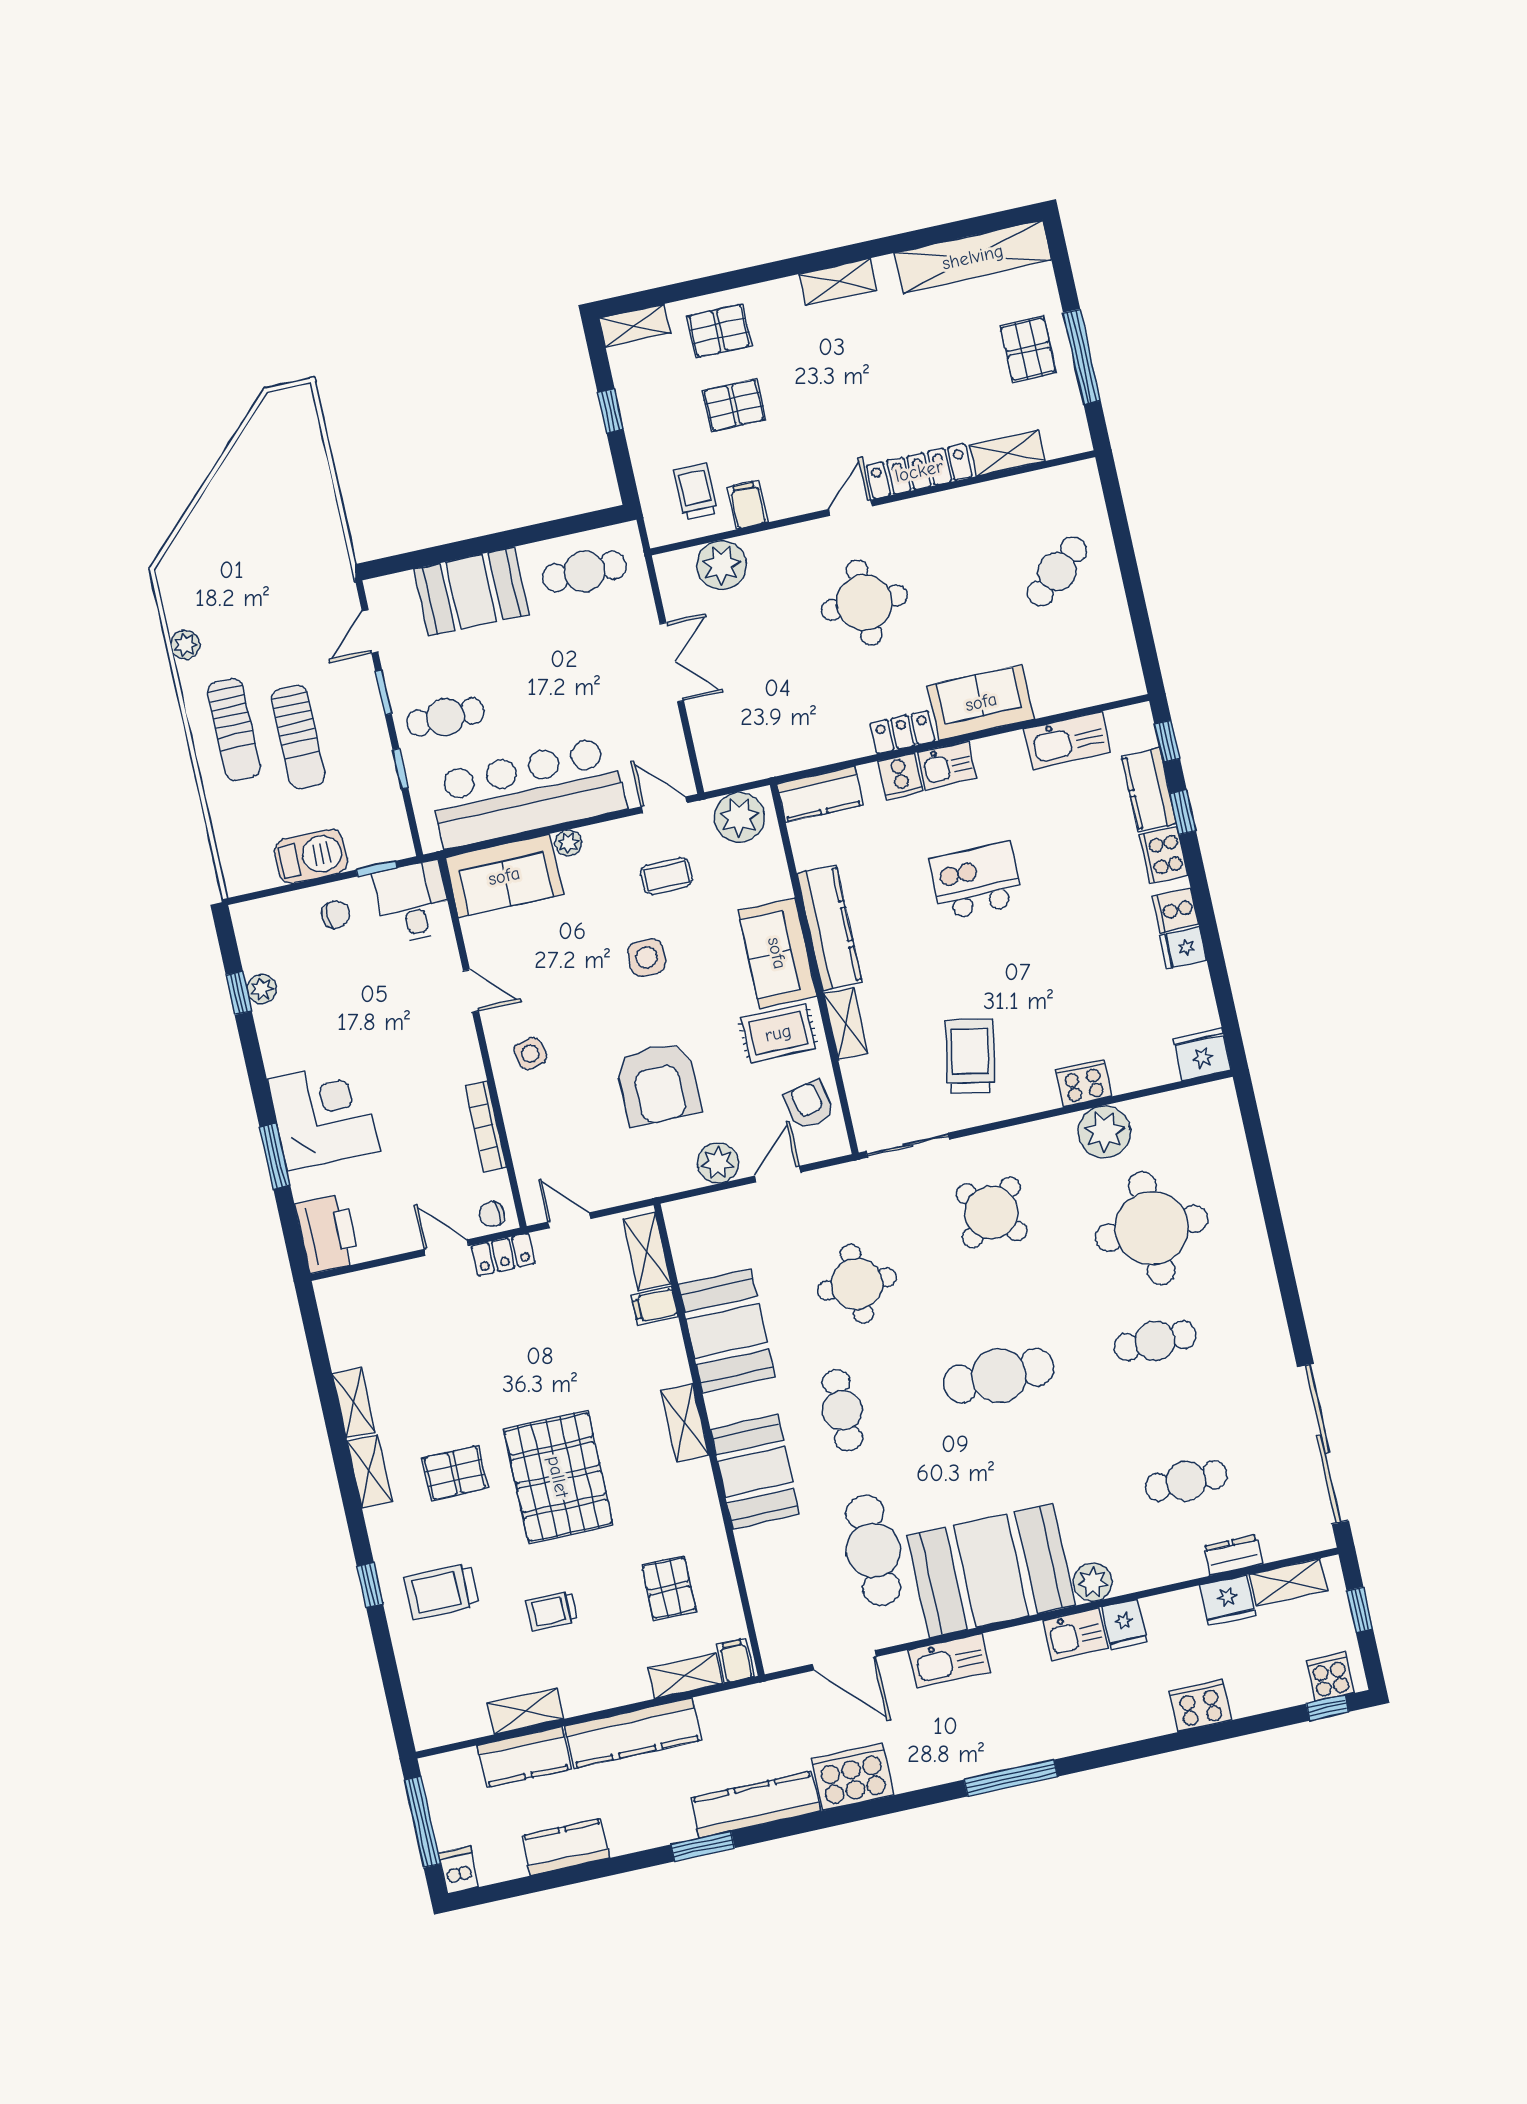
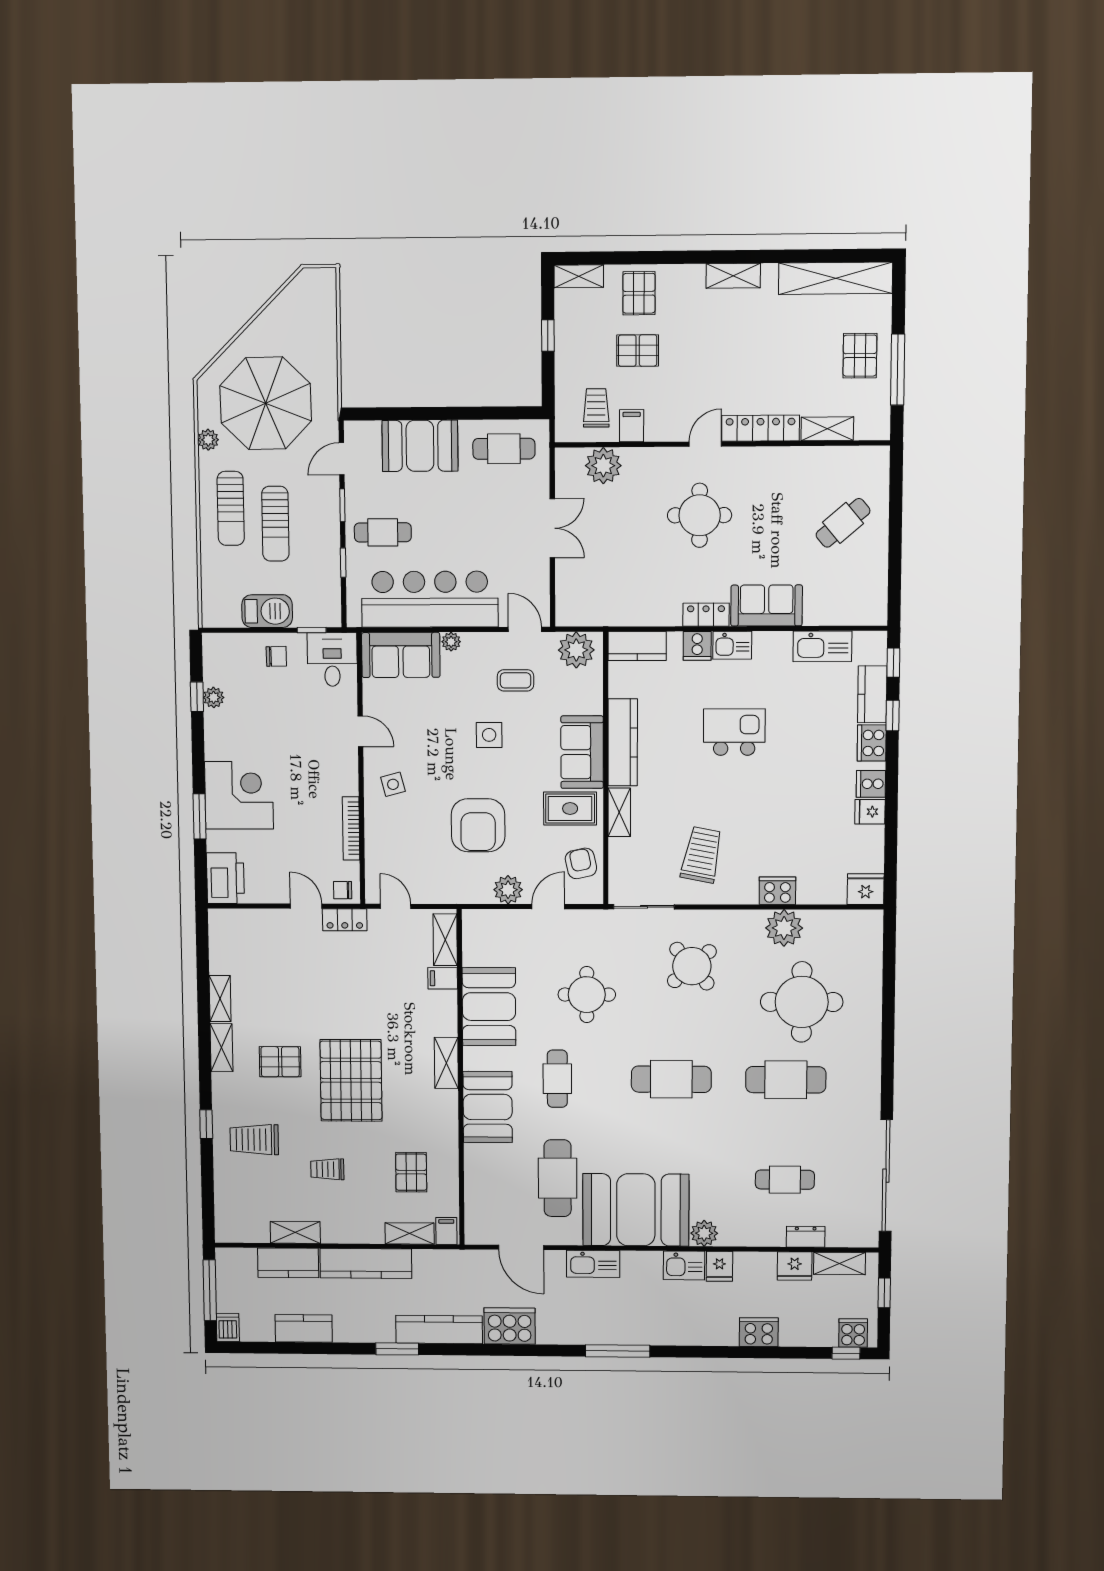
pallet: (719, 331) -> (639, 293), turned 90
parasol: (253, 580) -> (266, 403), added
cafe table: (1155, 1341) -> (786, 1080), width x1.37, depth x1.35

